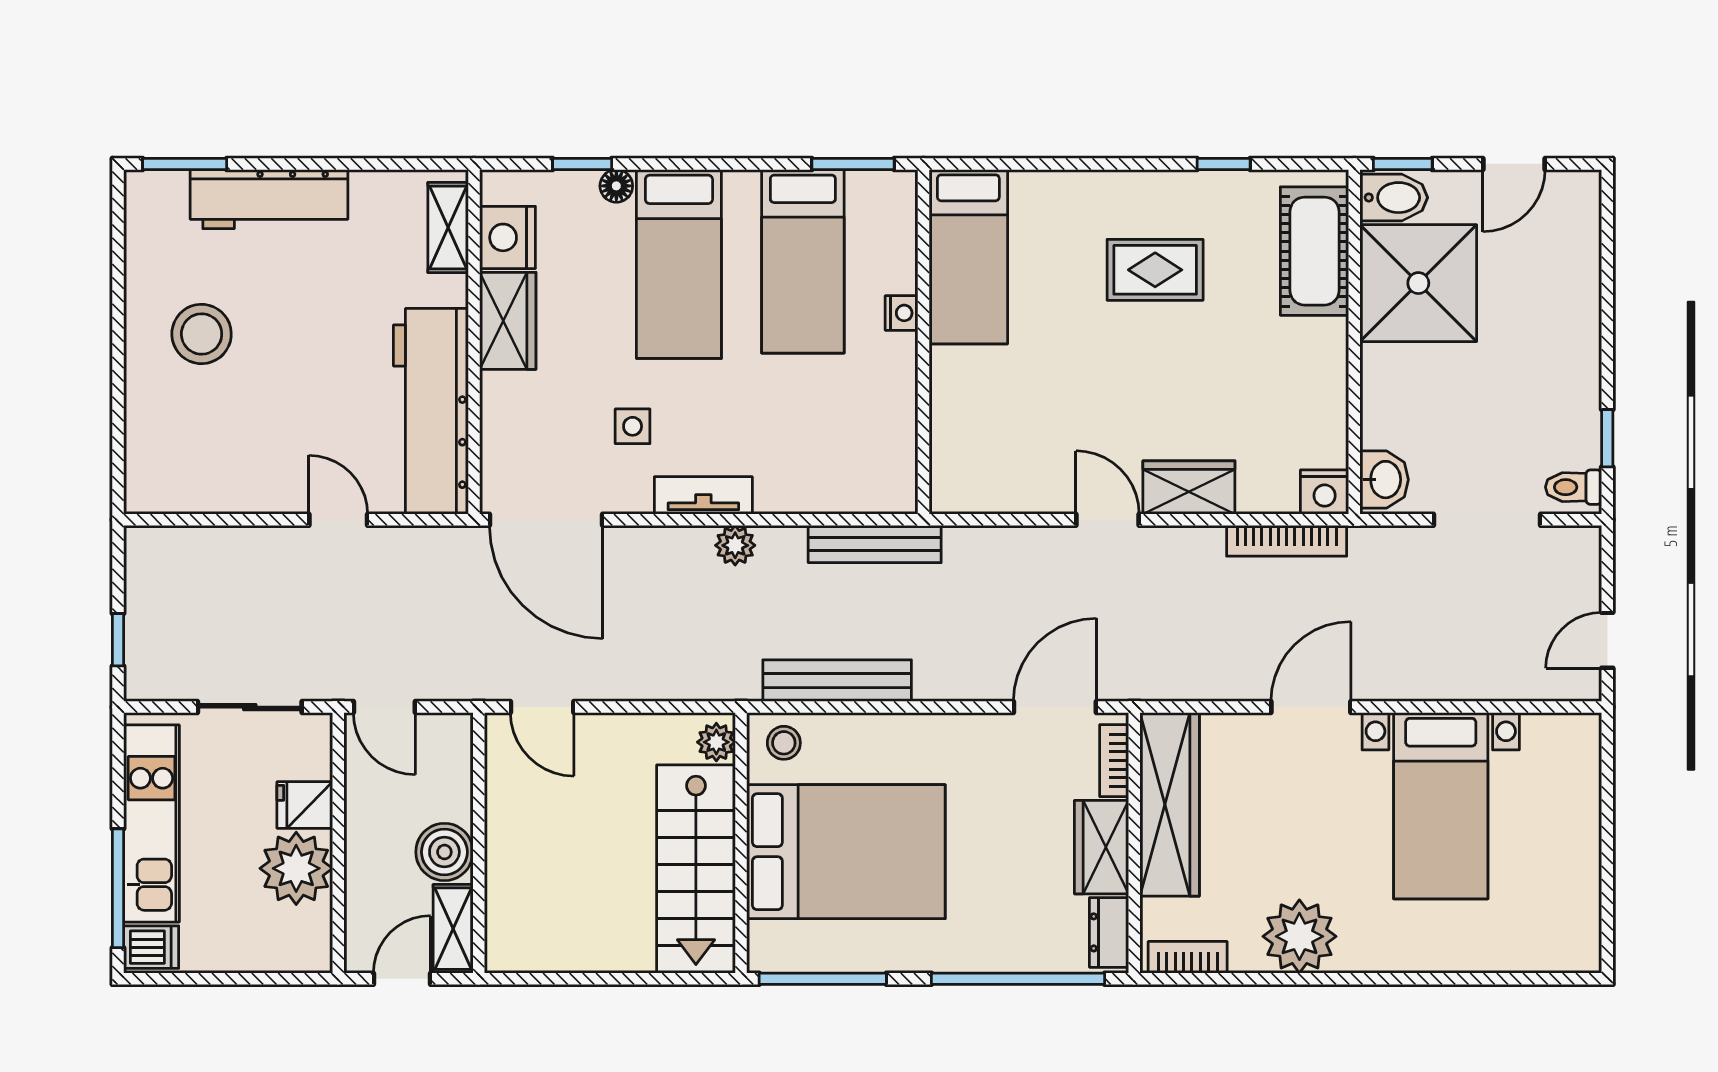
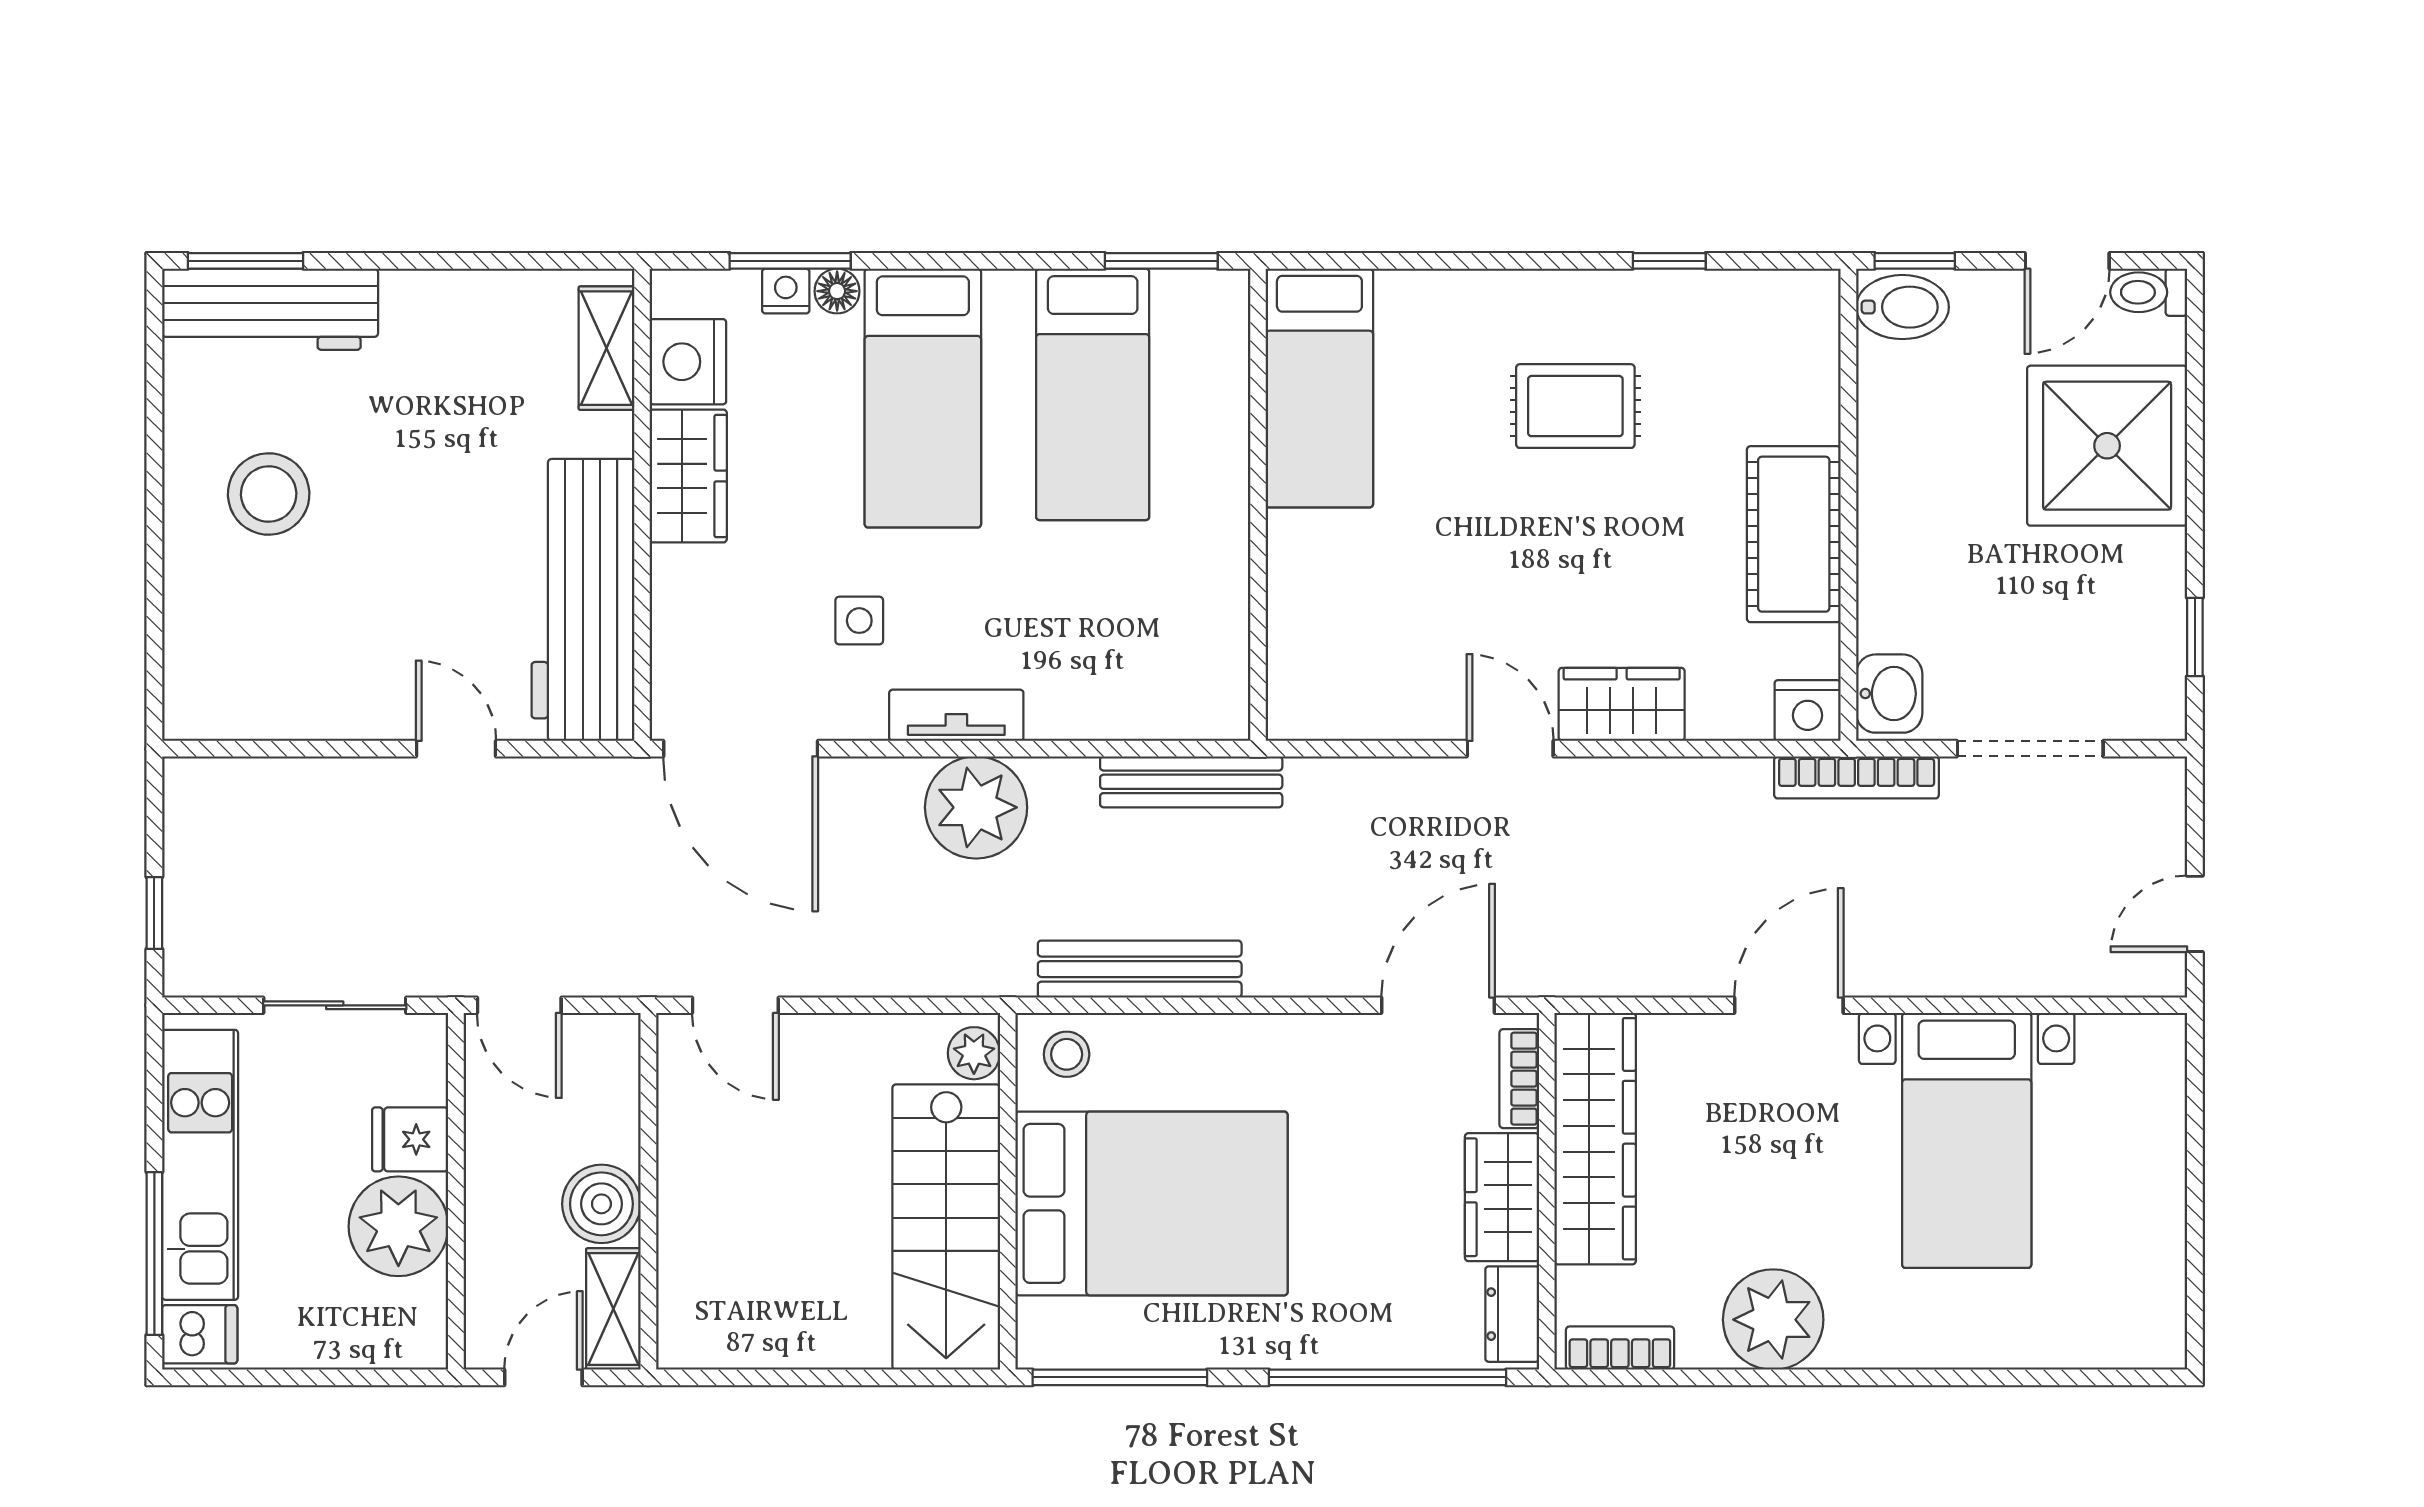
window: (582, 164) -> (790, 261), width x1.50
workbench: (269, 199) -> (270, 309), moved
cot: (1315, 251) -> (1794, 534), moved
shower: (1418, 283) -> (2107, 446), moved
nightstand: (902, 313) -> (786, 291), moved, turned -90
toilet: (1573, 487) -> (2149, 292), moved
bookcase: (1287, 541) -> (1857, 777), moved
plant: (735, 545) -> (976, 807), width x1.88, depth x1.88

